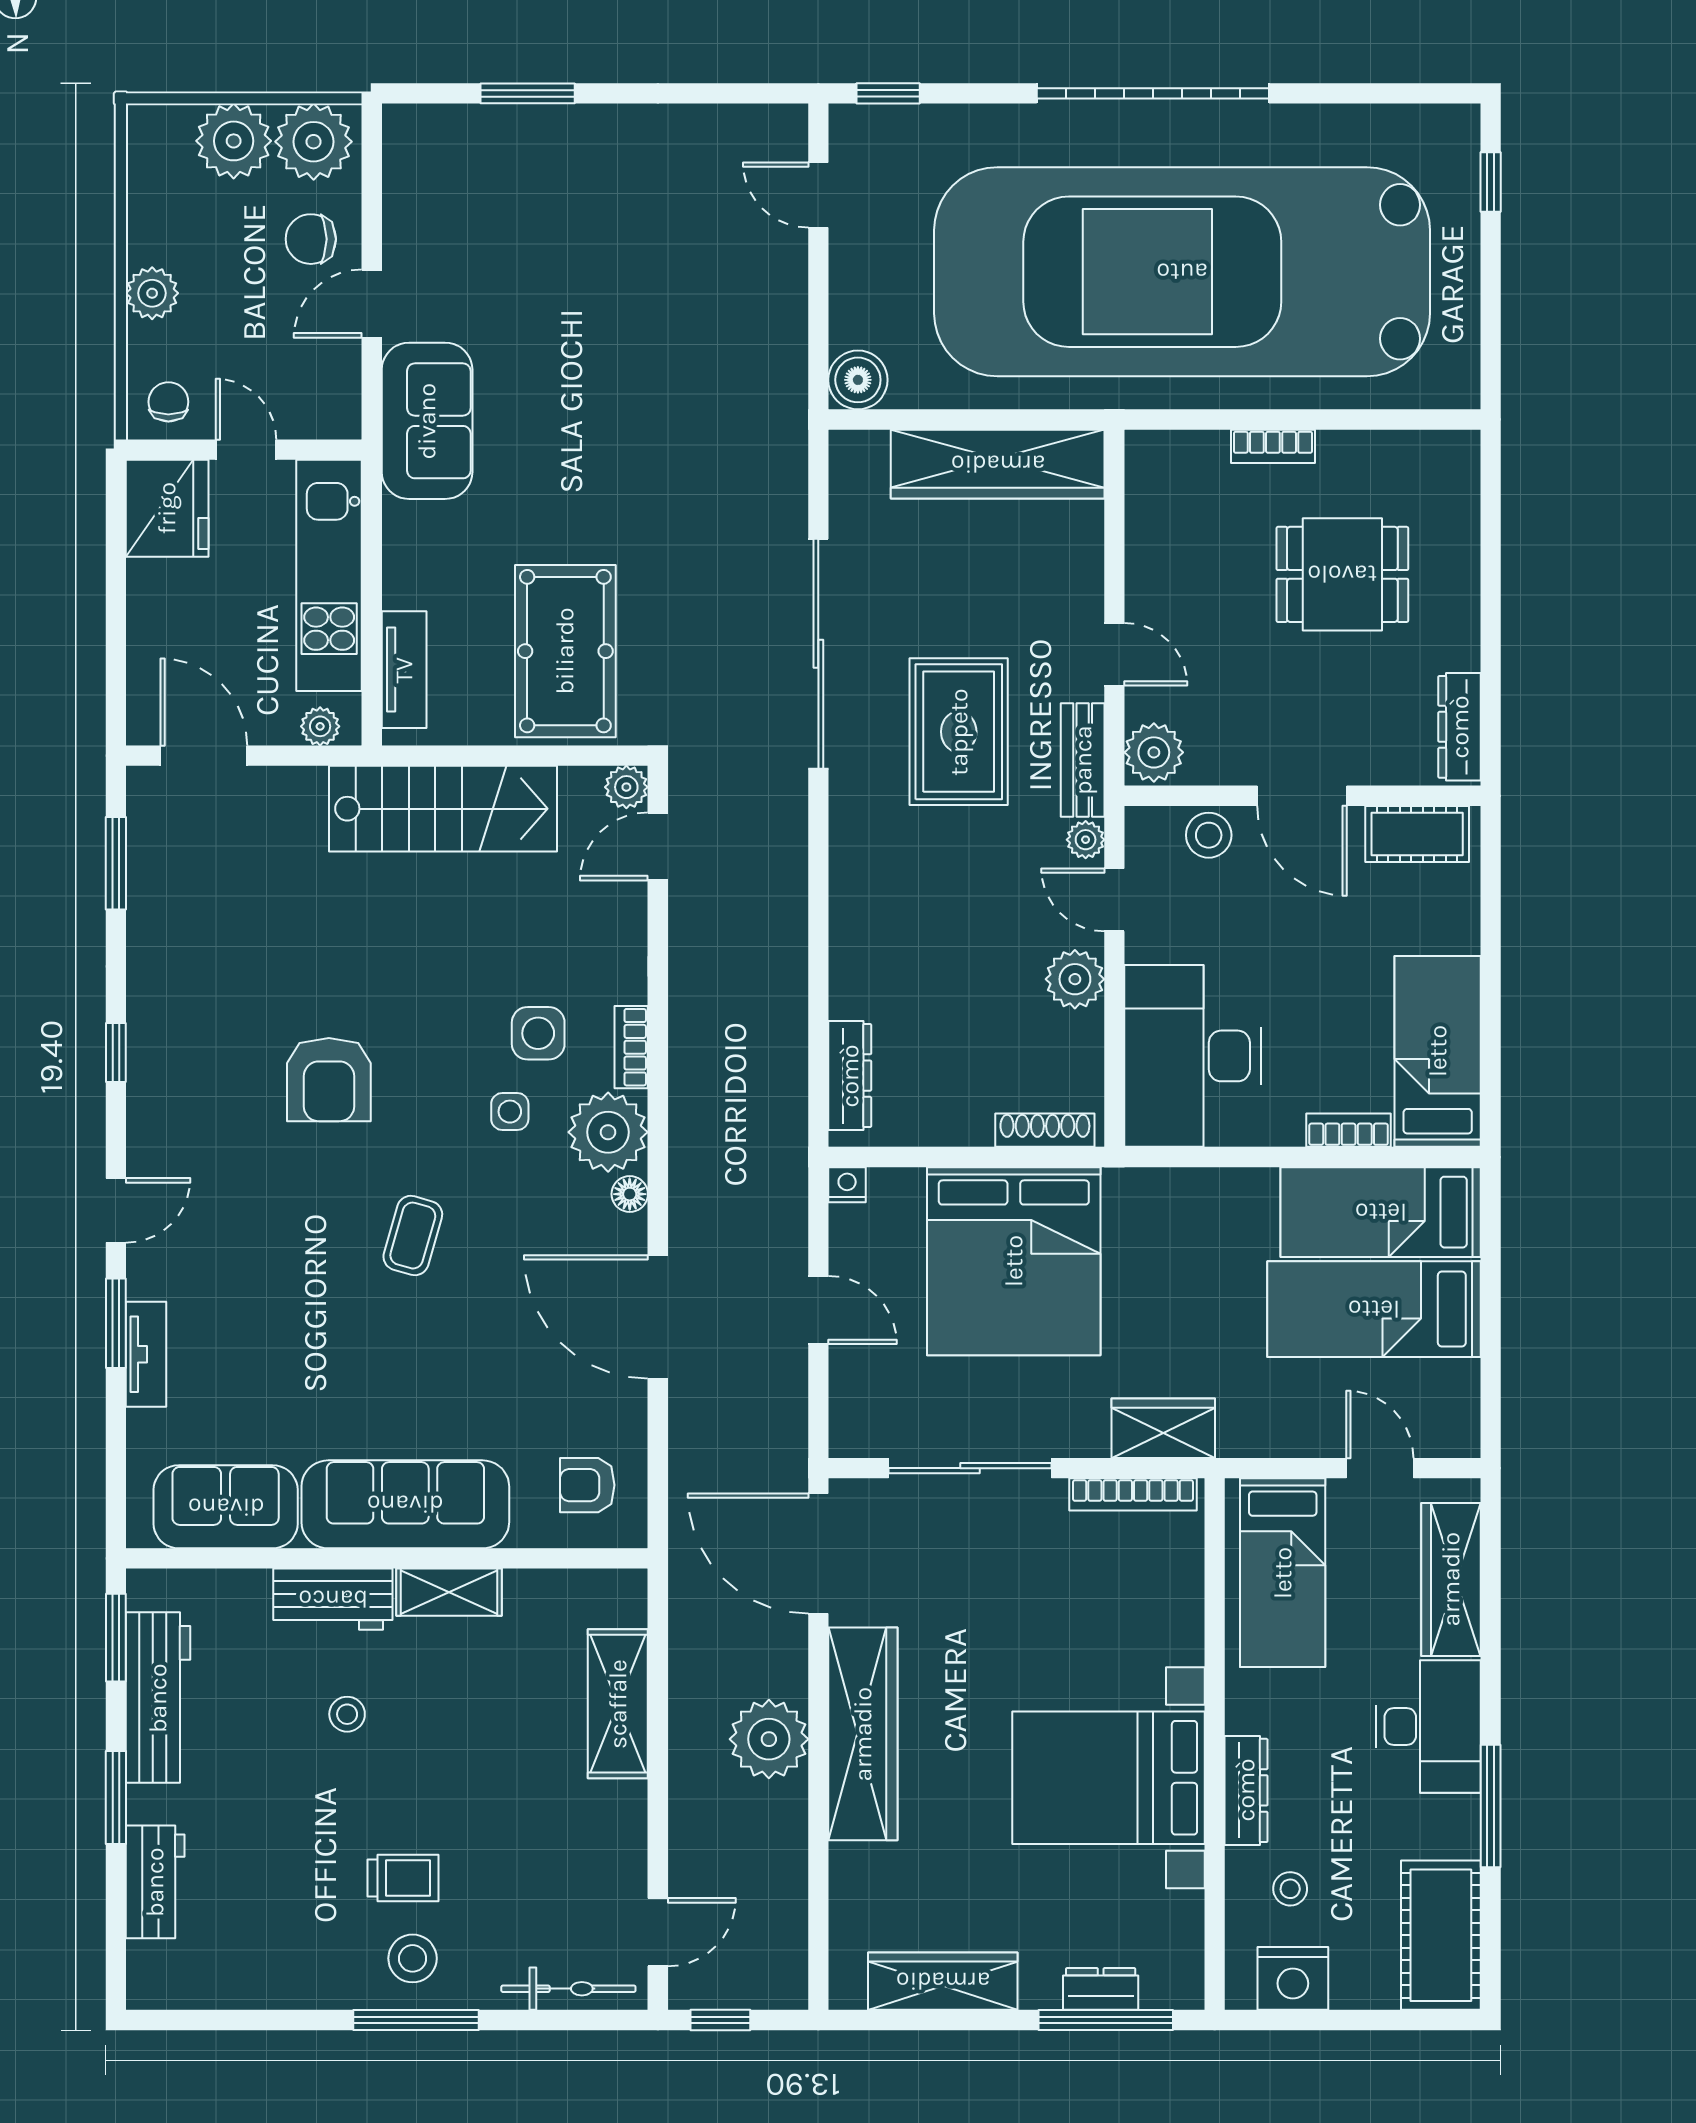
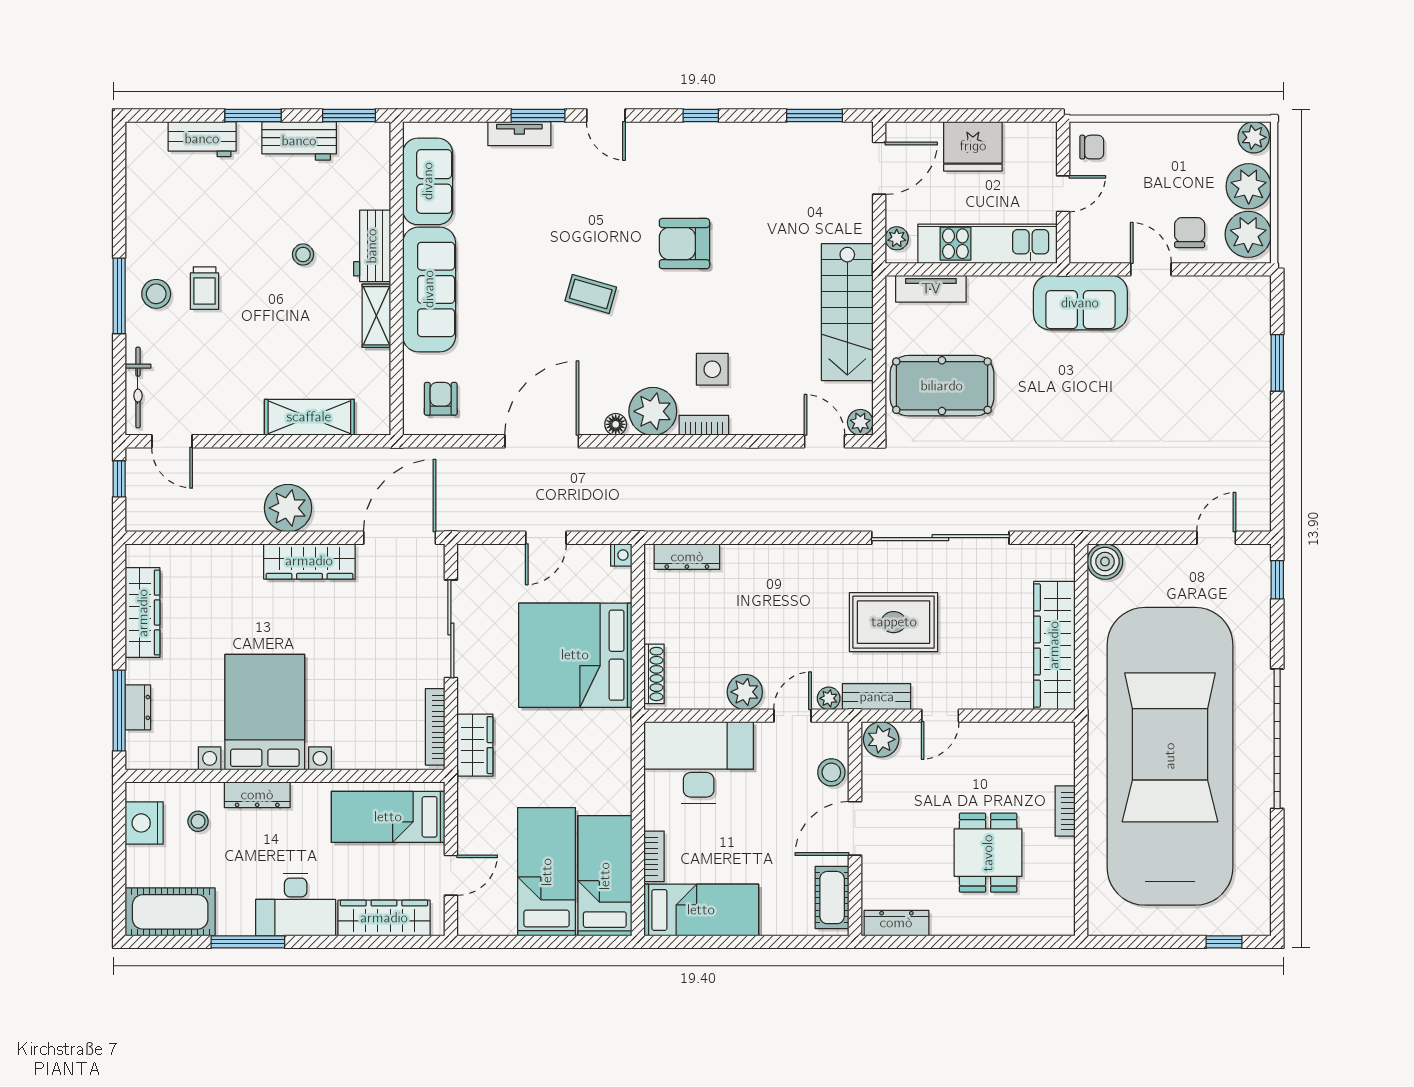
plant: (152, 293) -> (1254, 137), moved
fridge: (167, 508) -> (973, 146), moved
side table: (510, 1112) -> (665, 352), removed
workbench: (158, 1698) -> (299, 141), width x0.73
wardrobe: (863, 1734) -> (309, 561), width x0.71, depth x0.85

